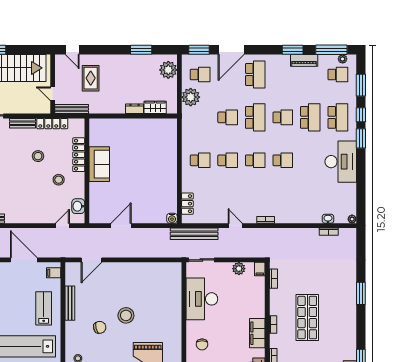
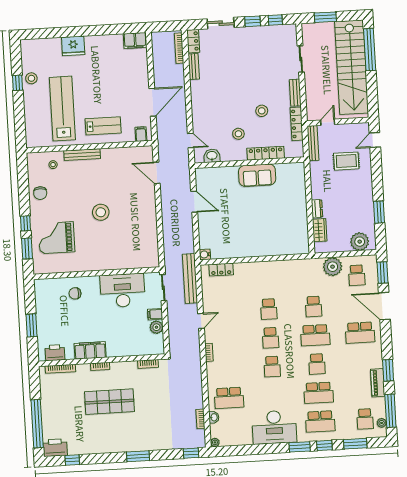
school desk: (200, 160) -> (229, 398), moved, width x1.85
window: (361, 243) -> (191, 453), added
filing cabinet: (260, 269) -> (155, 314), moved
bench: (70, 303) -> (82, 155), moved
chair: (100, 327) -> (87, 186), removed

